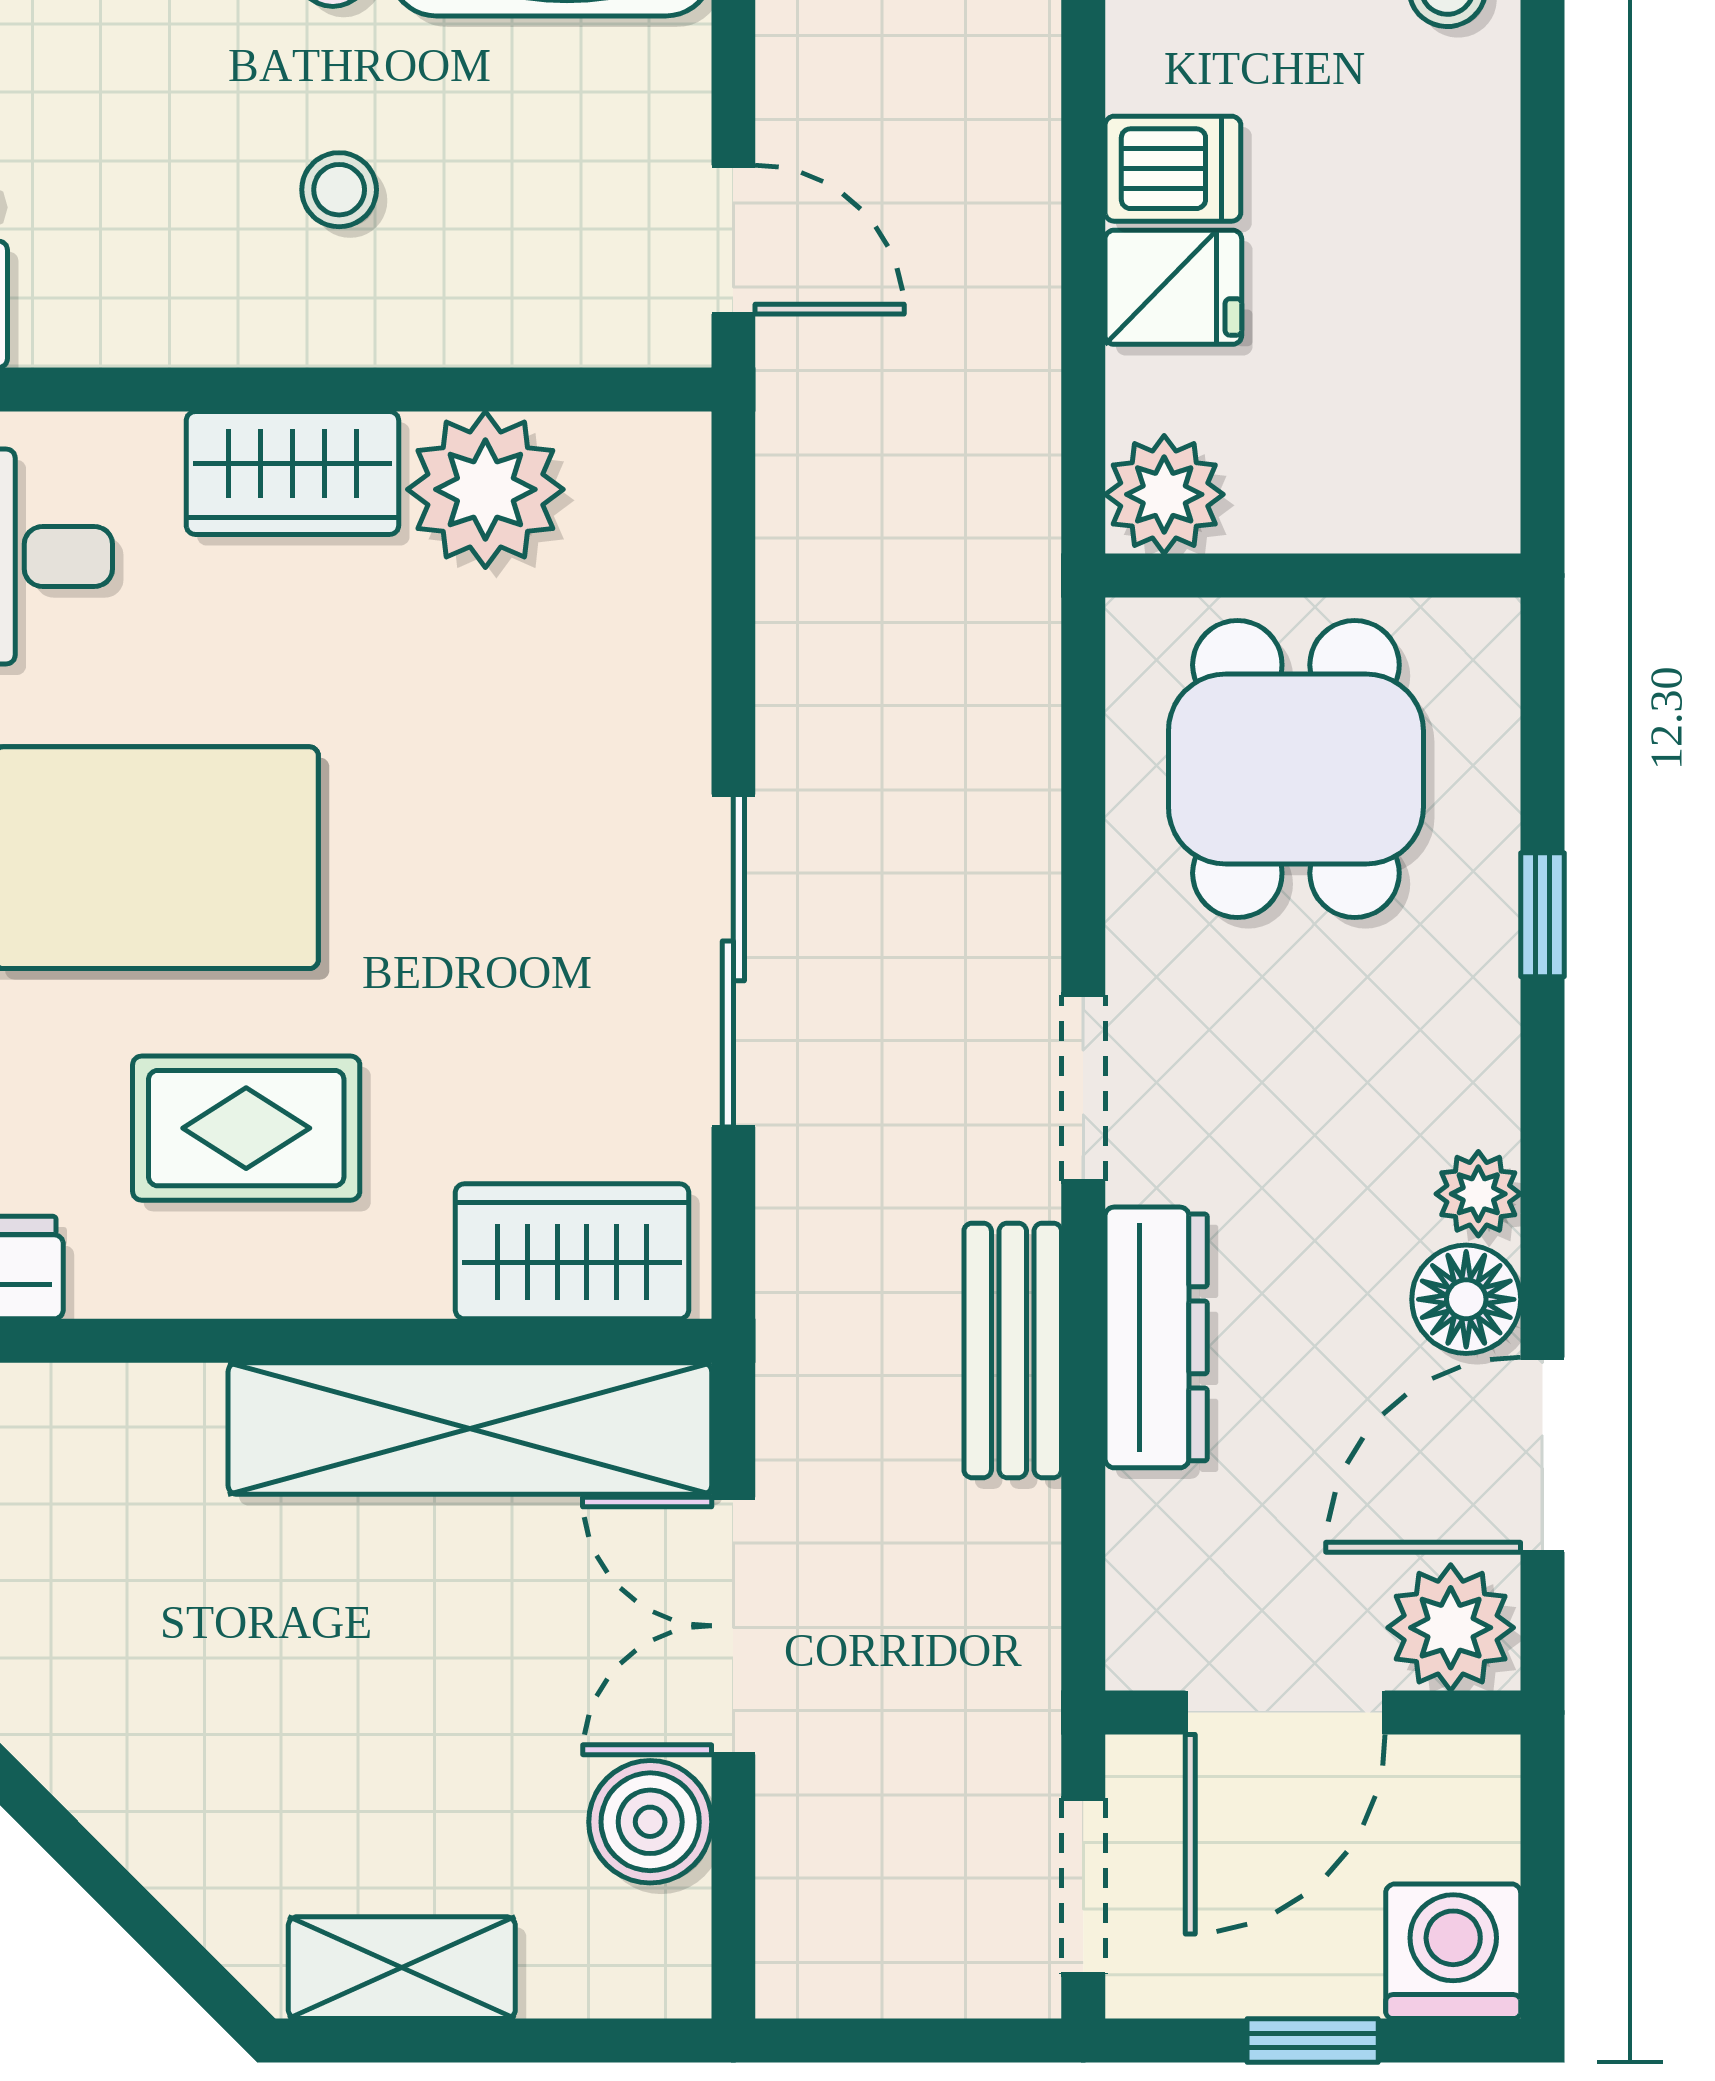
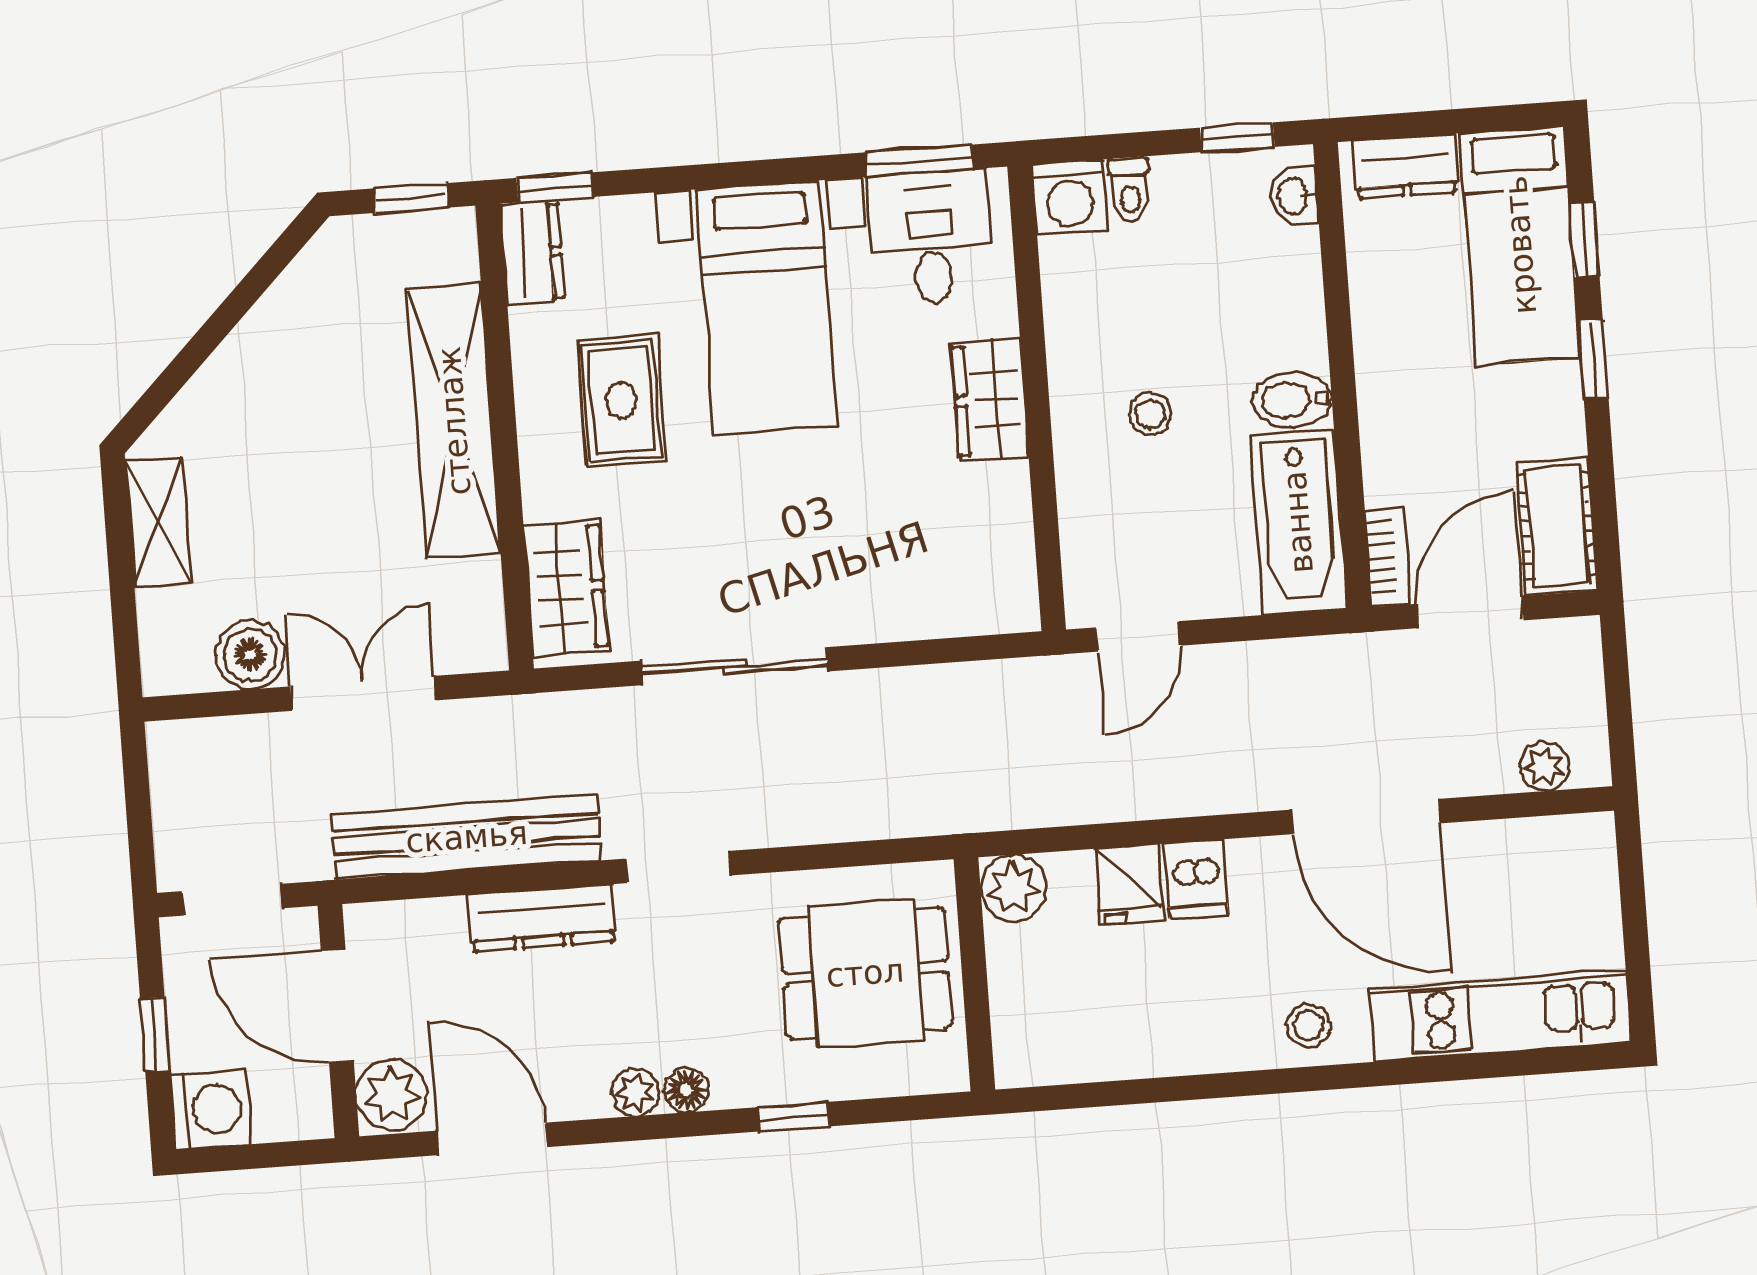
plant: (485, 489) -> (989, 508), removed
floor lamp: (1466, 1299) -> (686, 1090), moved, width x0.73, depth x0.73
bench: (1013, 1350) -> (467, 837), width x1.86, depth x1.21
shelving: (470, 1429) -> (454, 421), moved

